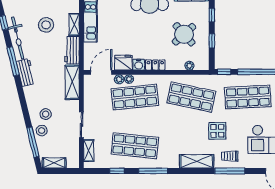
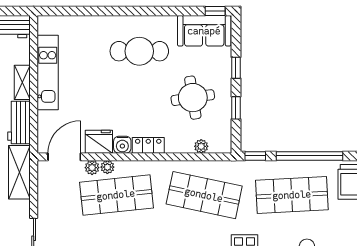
round table: (184, 34) -> (193, 98), turned 33

